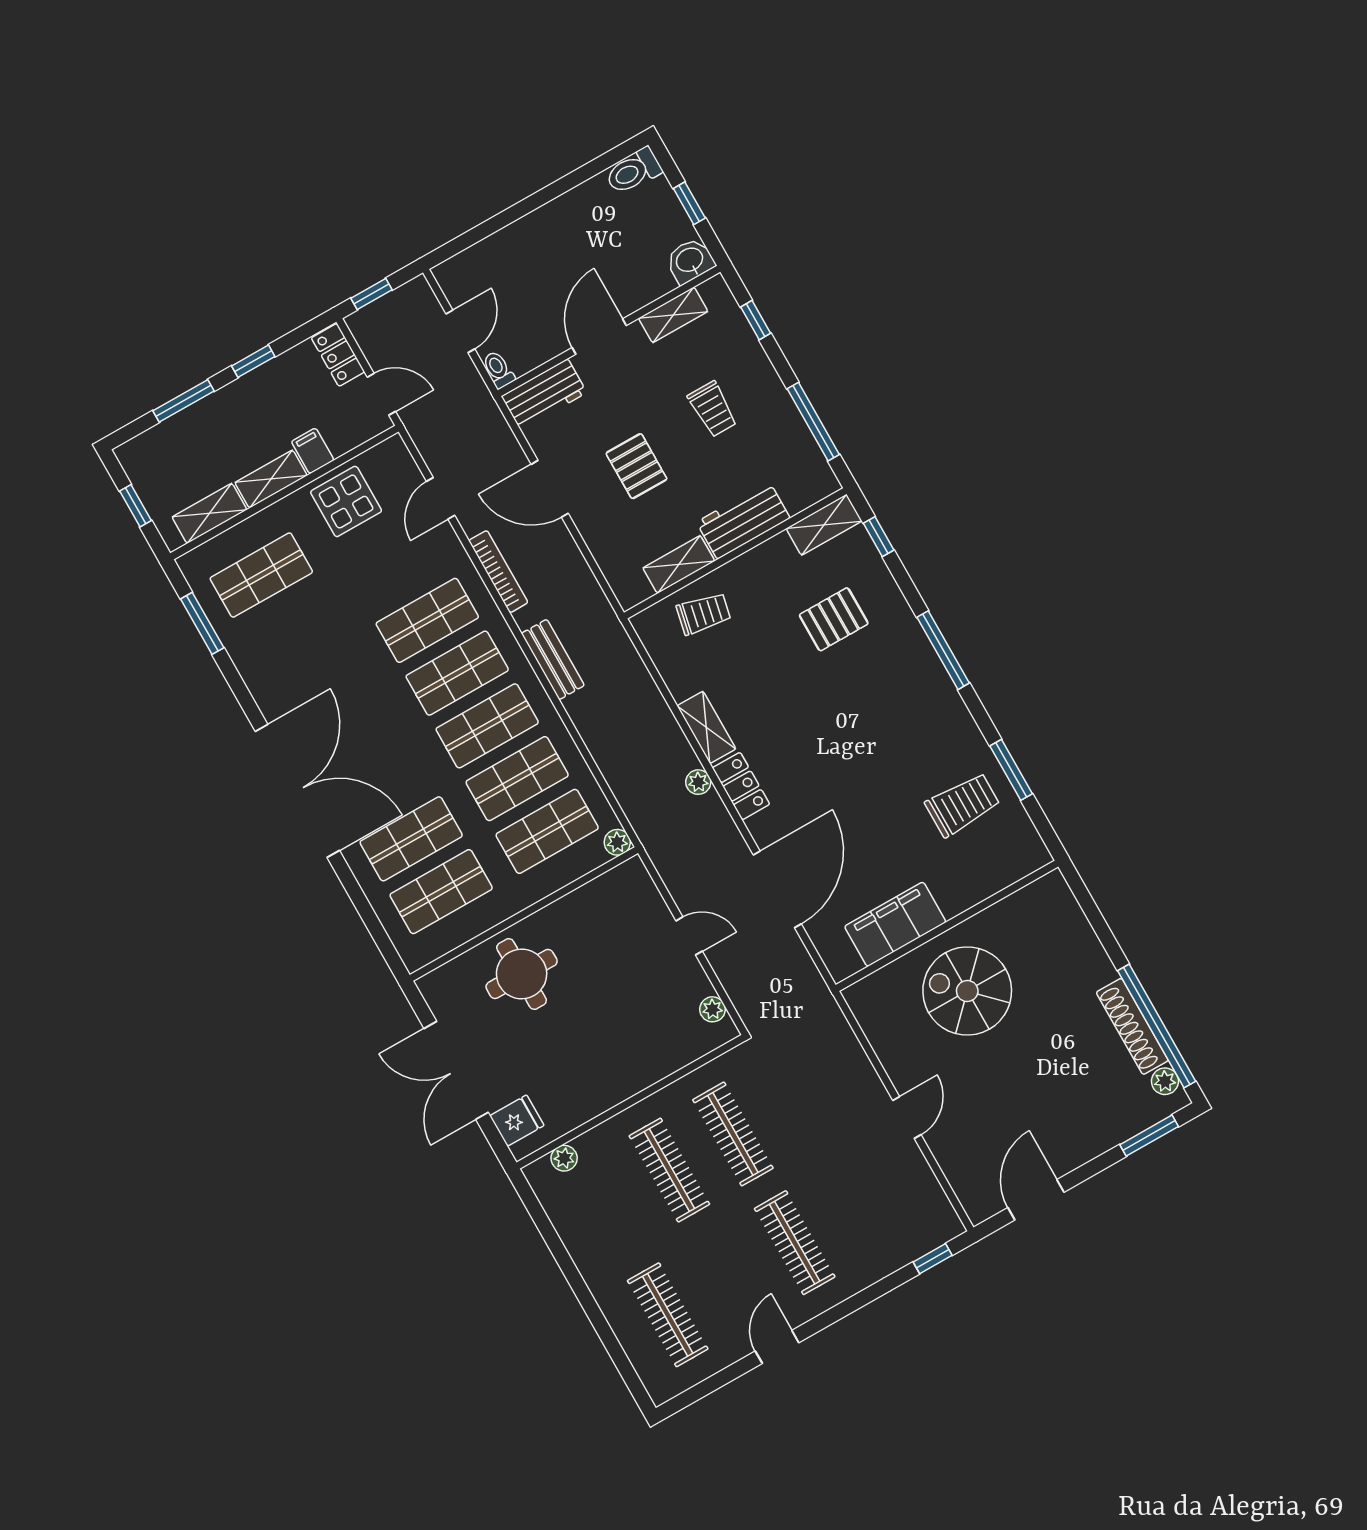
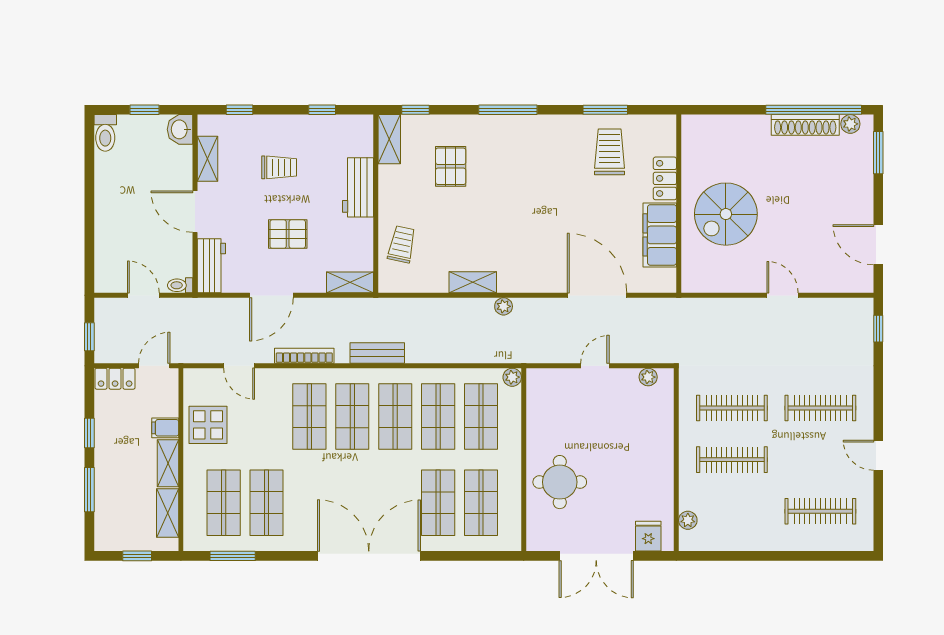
window: (813, 422) -> (322, 110), width x0.46
shelving: (679, 564) -> (350, 282), moved, turned 90
shop shelf: (291, 628) -> (266, 503), added
locker: (741, 786) -> (665, 178), moved, turned -90

